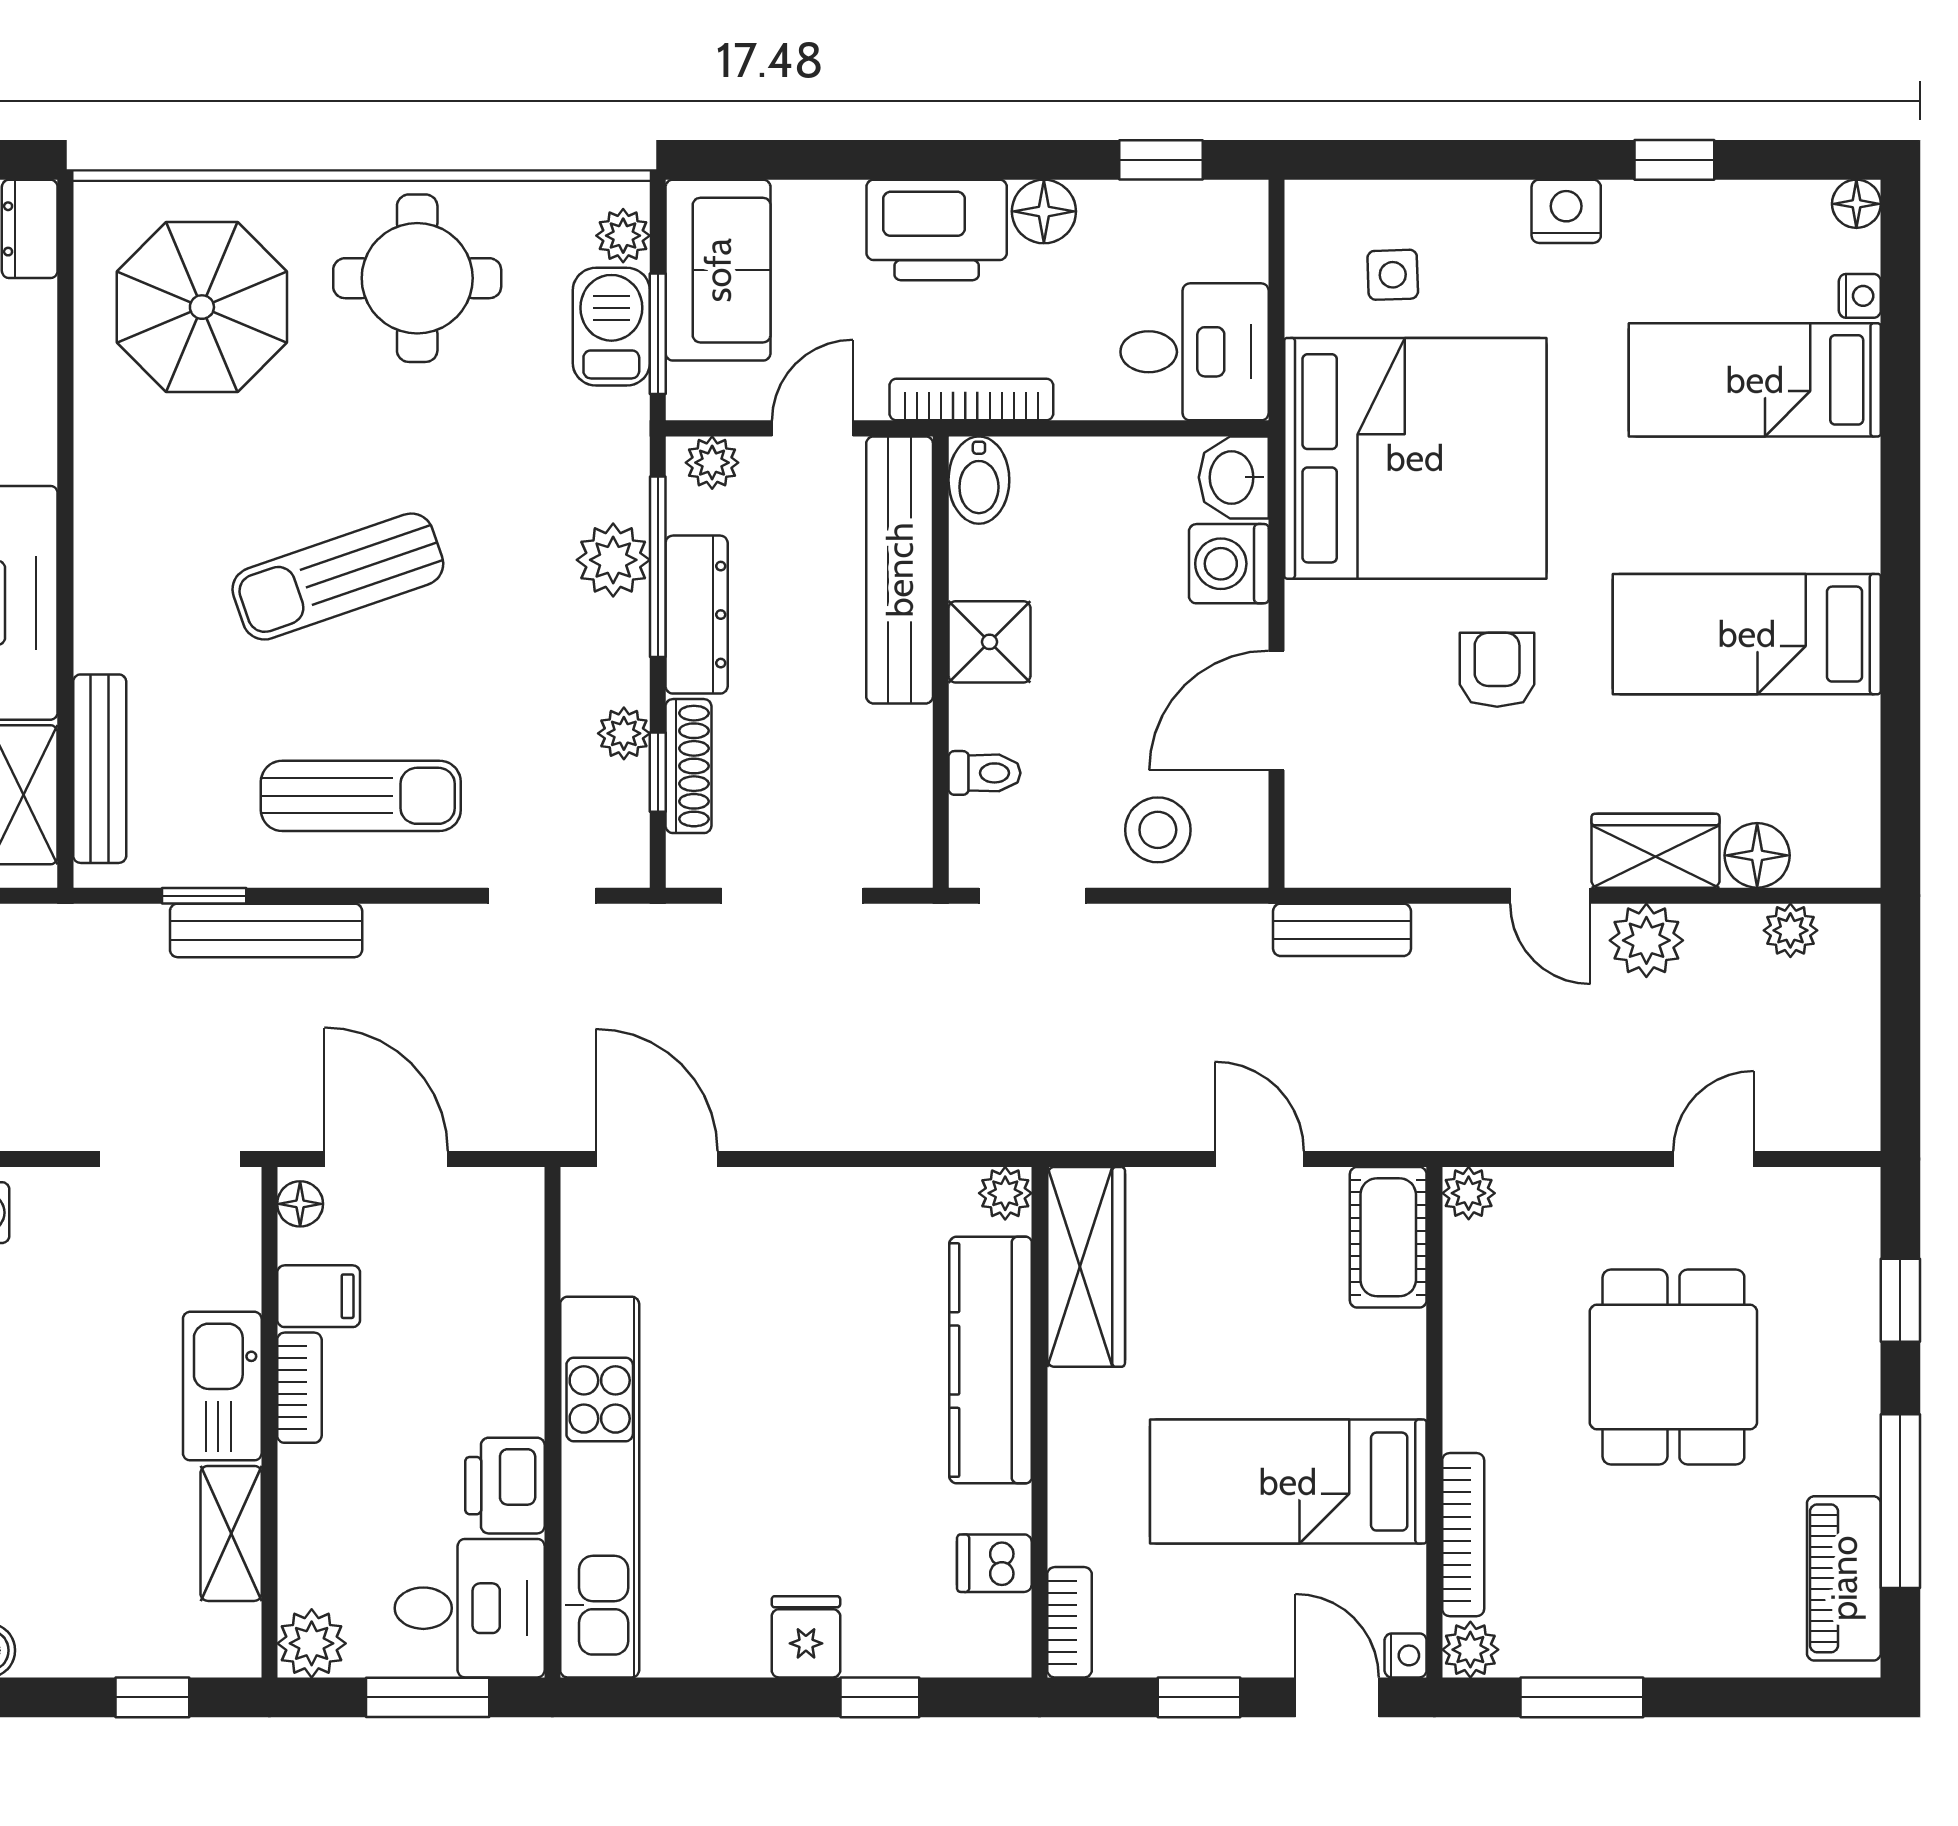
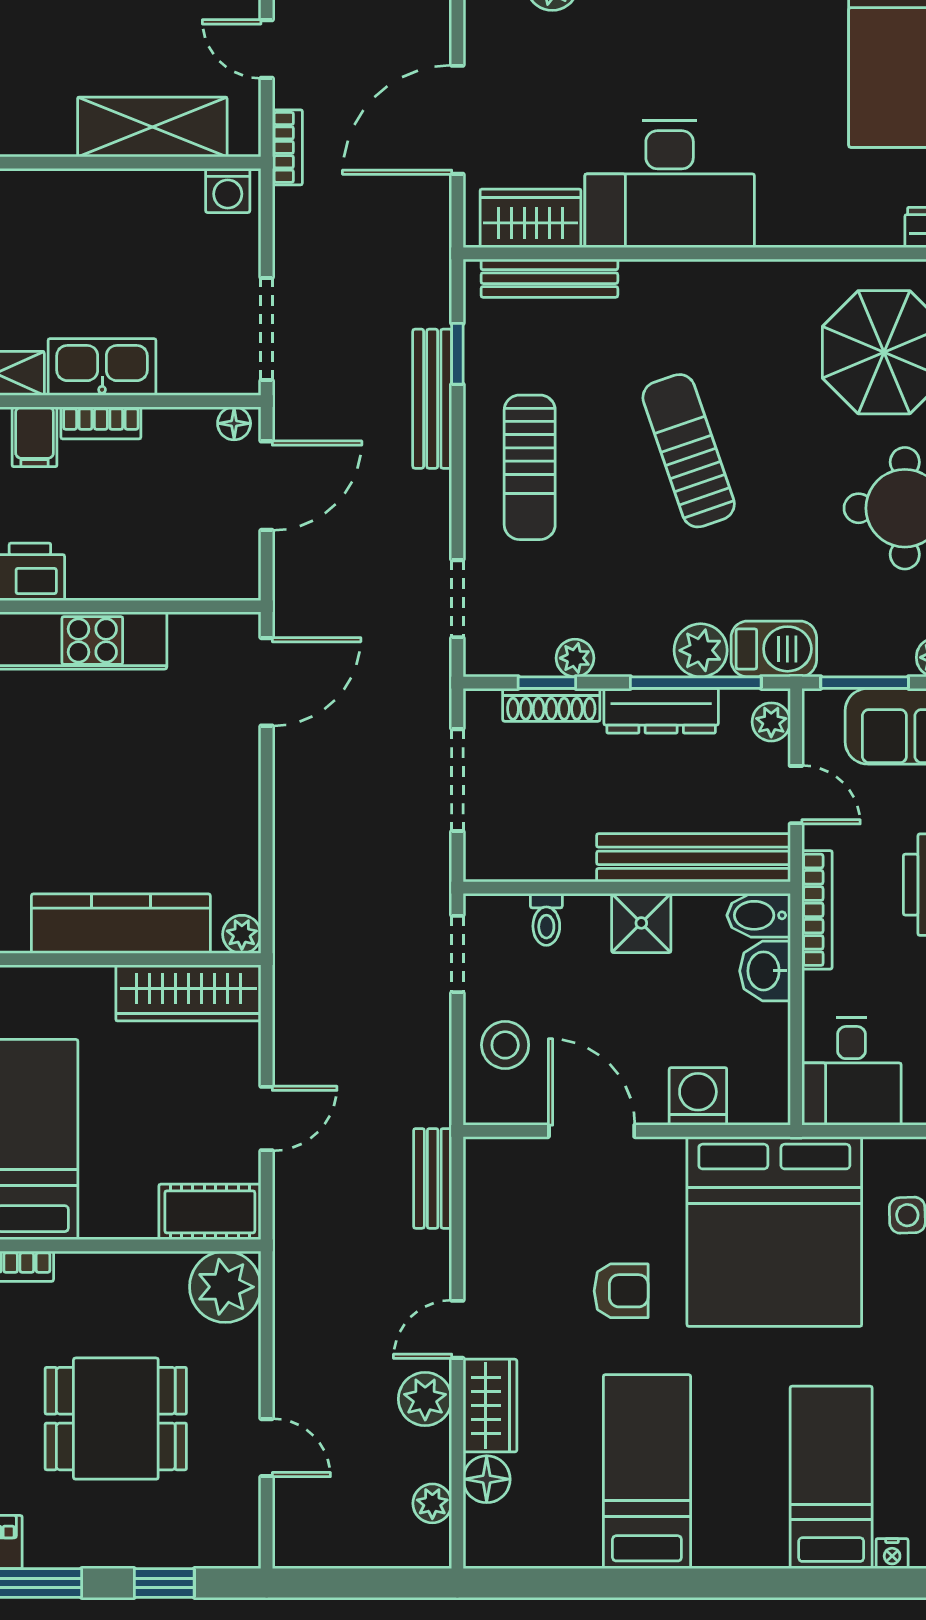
barbecue: (611, 327) -> (774, 649), moved
washbasin: (1234, 477) -> (765, 971), moved, turned -90
plant: (1469, 1193) -> (225, 1287), width x1.88, depth x1.88
filing cabinet: (319, 1296) -> (35, 437), moved

